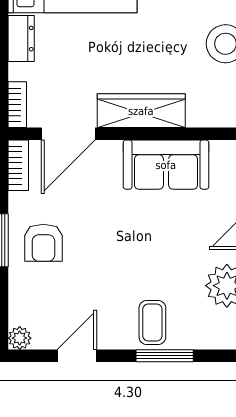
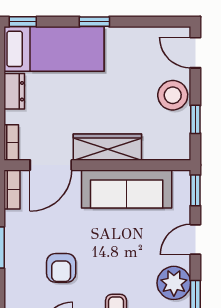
sofa: (166, 165) -> (127, 189), width x1.36
armchair: (43, 243) -> (61, 268), moved

